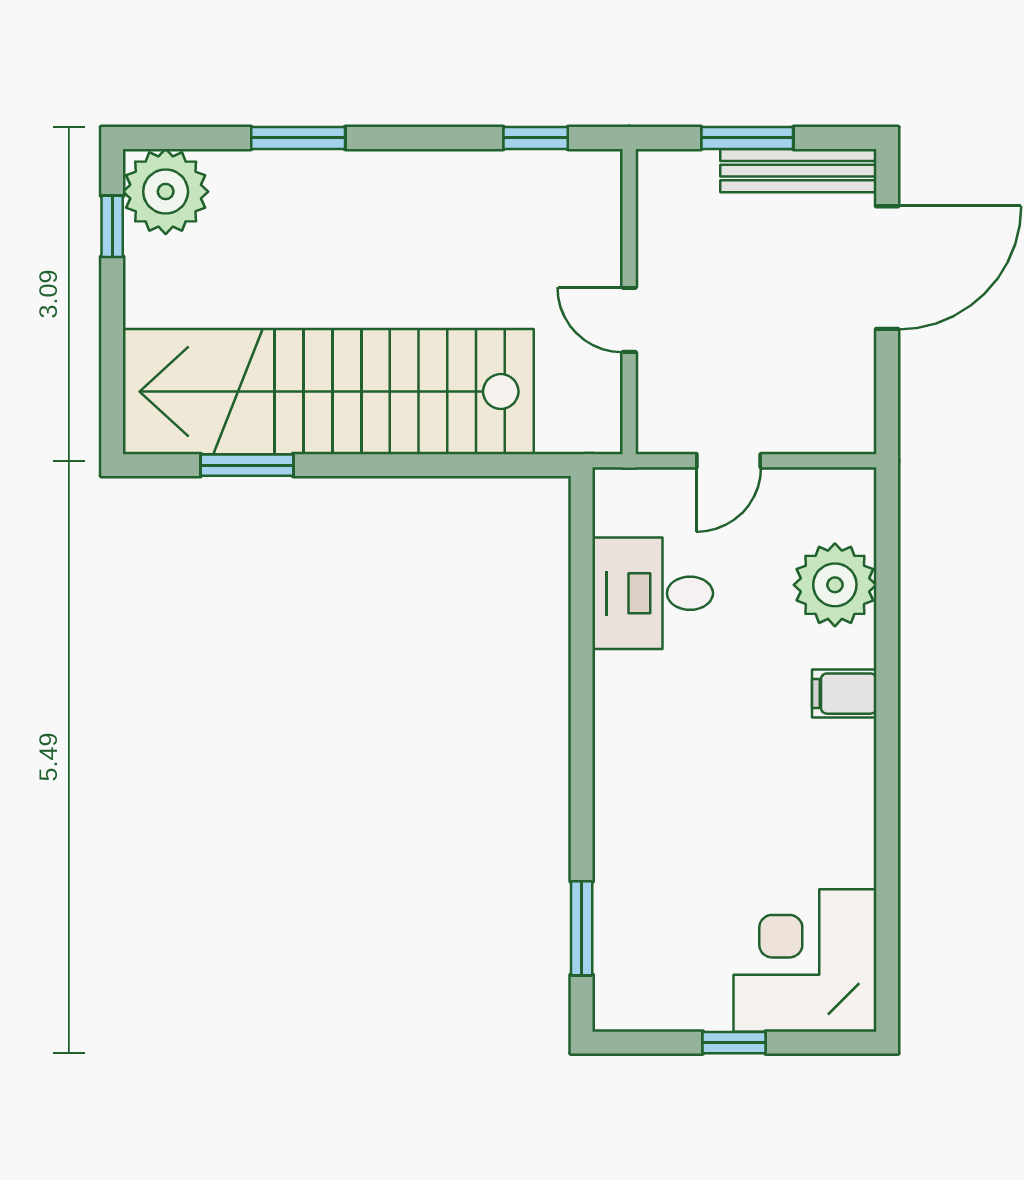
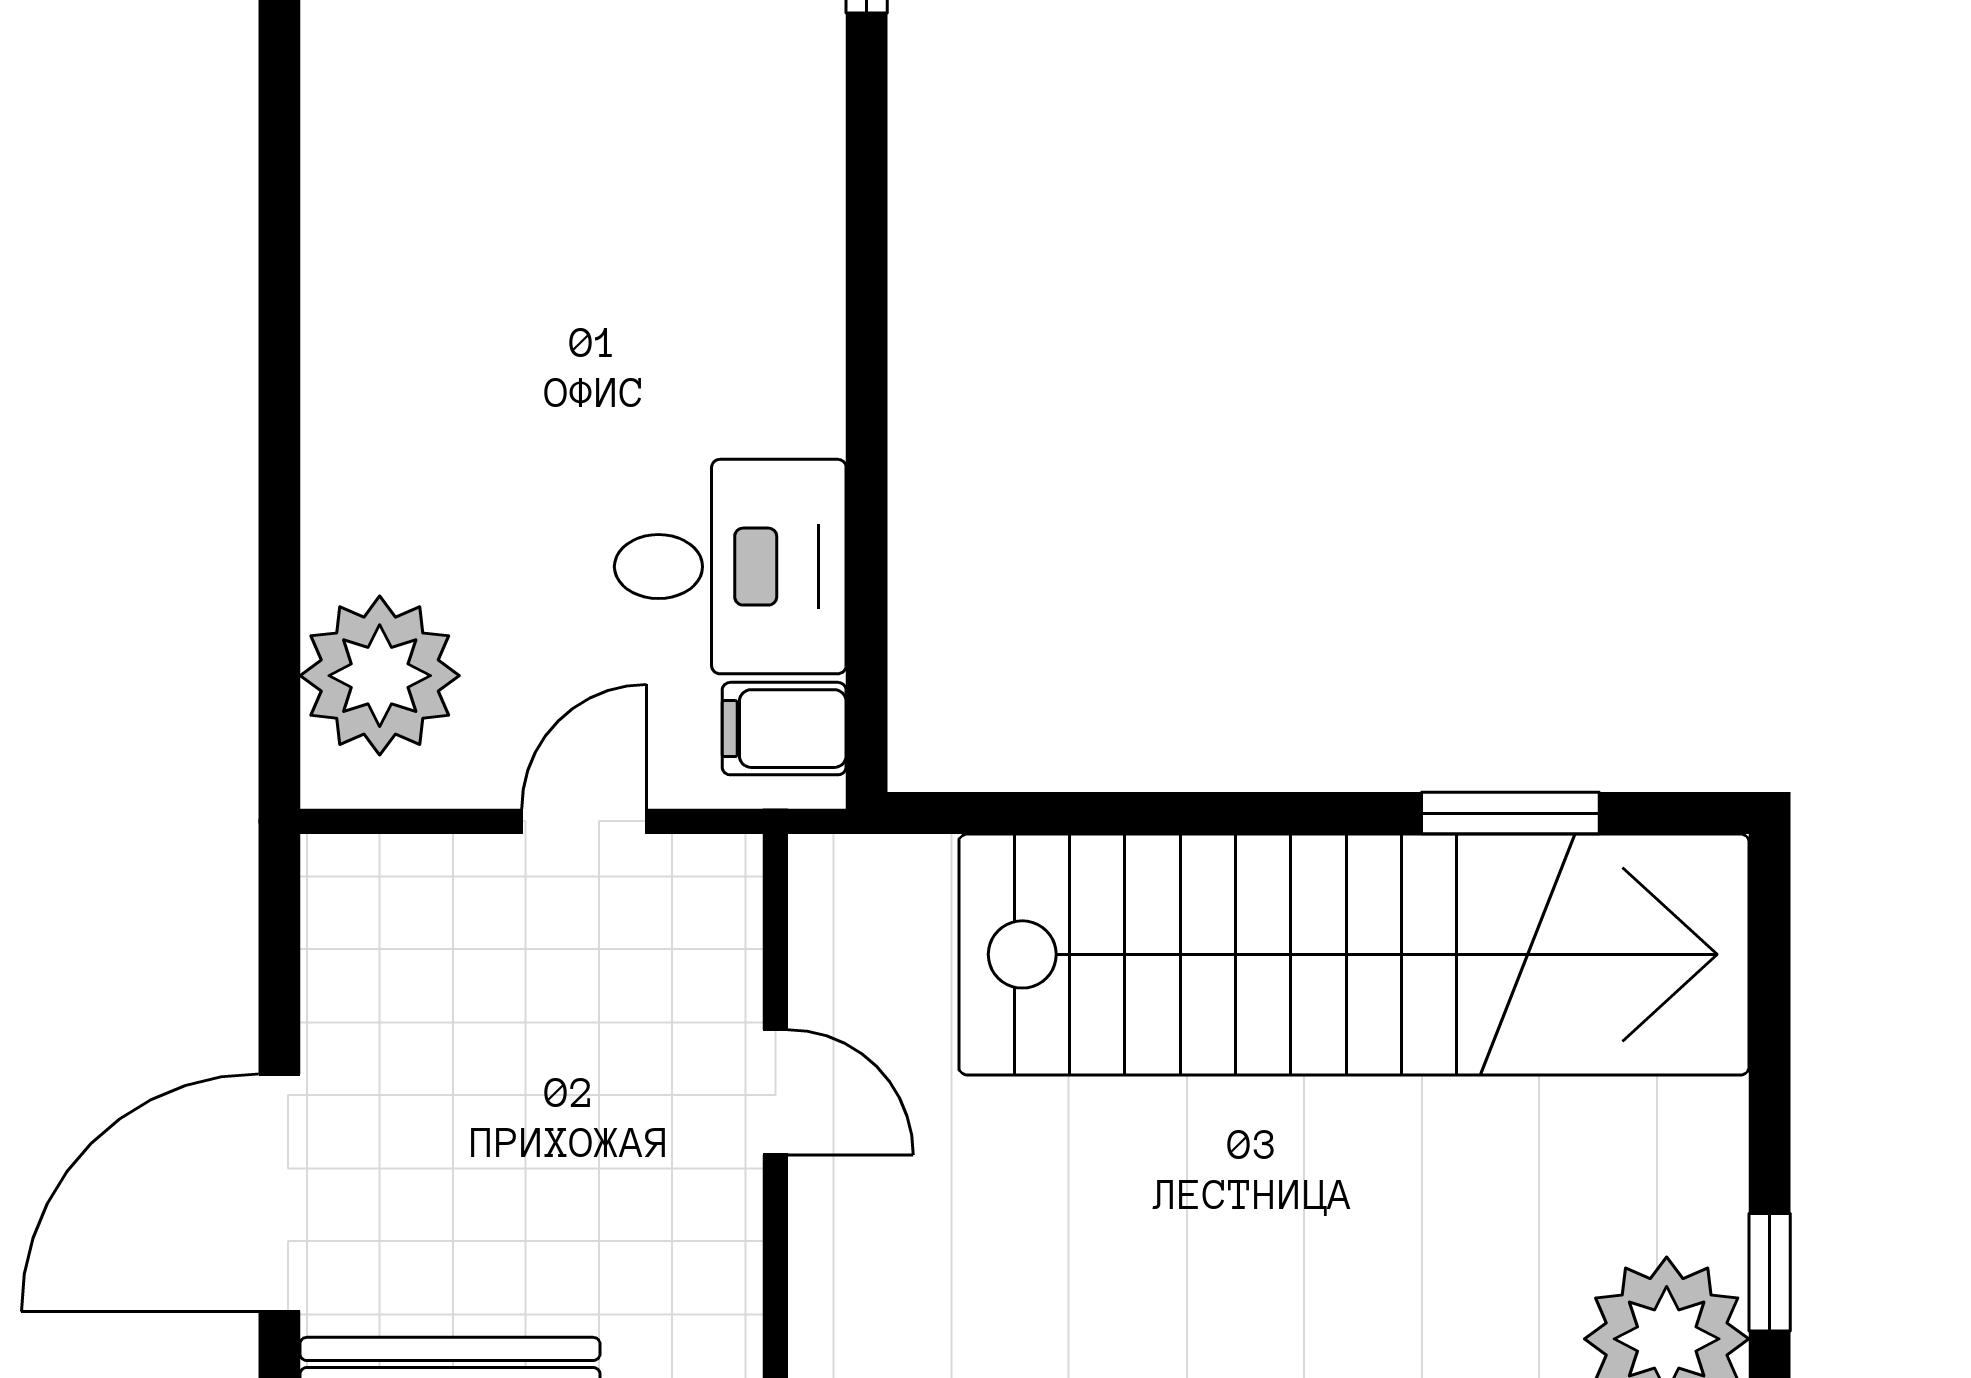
plant: (835, 585) -> (380, 676), moved
filing cabinet: (844, 694) -> (784, 729), moved, turned 180

